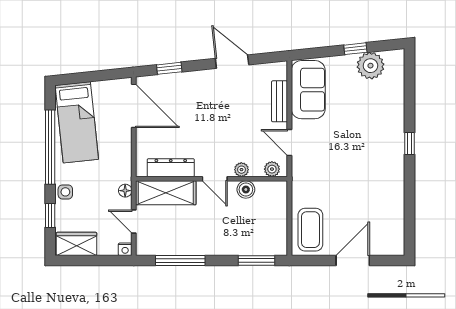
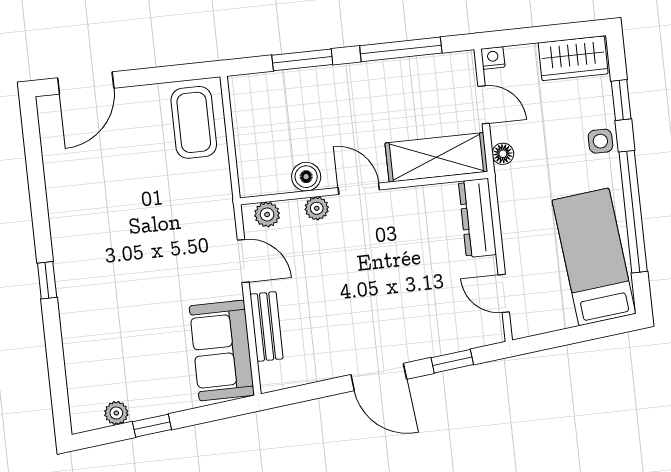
door: (232, 62) -> (379, 377), moved
plant: (370, 66) -> (116, 413), width x0.53, depth x0.53
door: (134, 106) -> (504, 293), width x0.53
dresser: (171, 168) -> (477, 218), moved, turned 90
window: (256, 260) -> (302, 60), moved
door: (353, 260) -> (86, 83), moved

